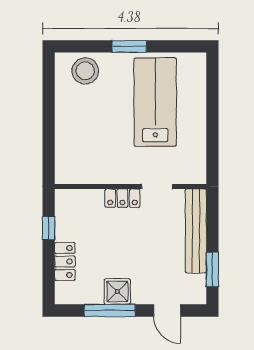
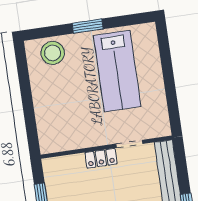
lab bench: (155, 102) -> (117, 71), turned 180

